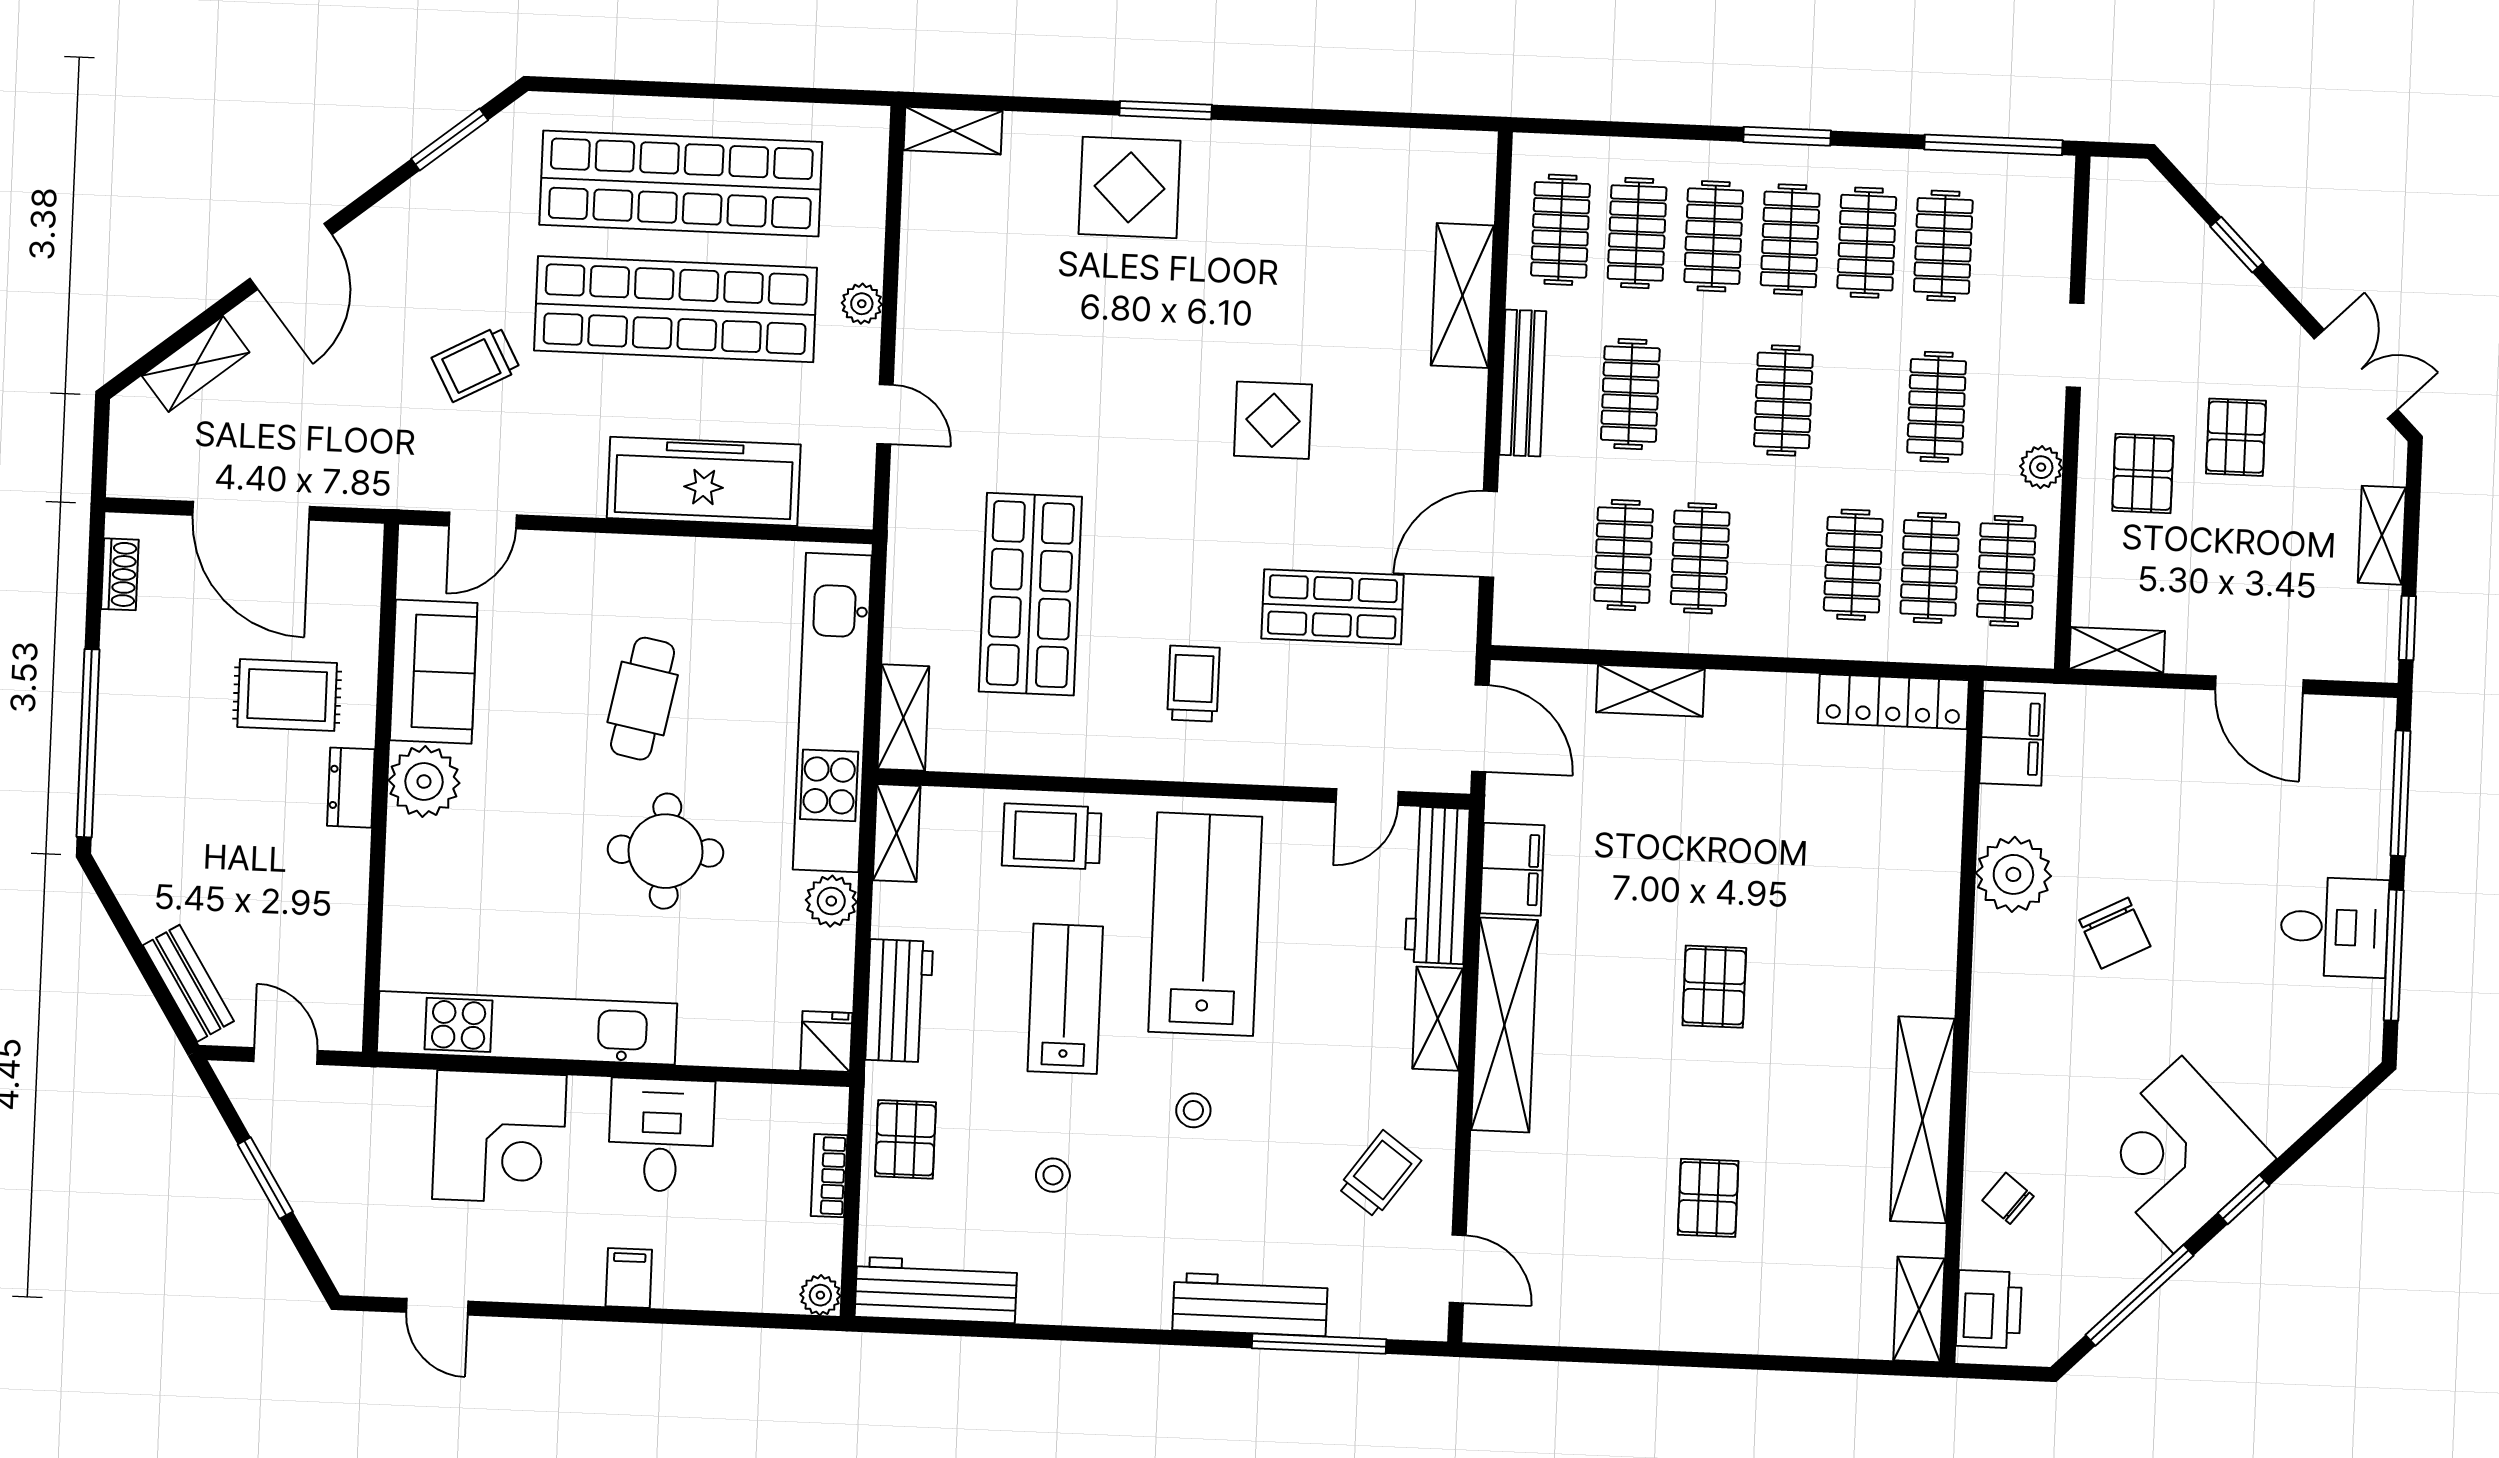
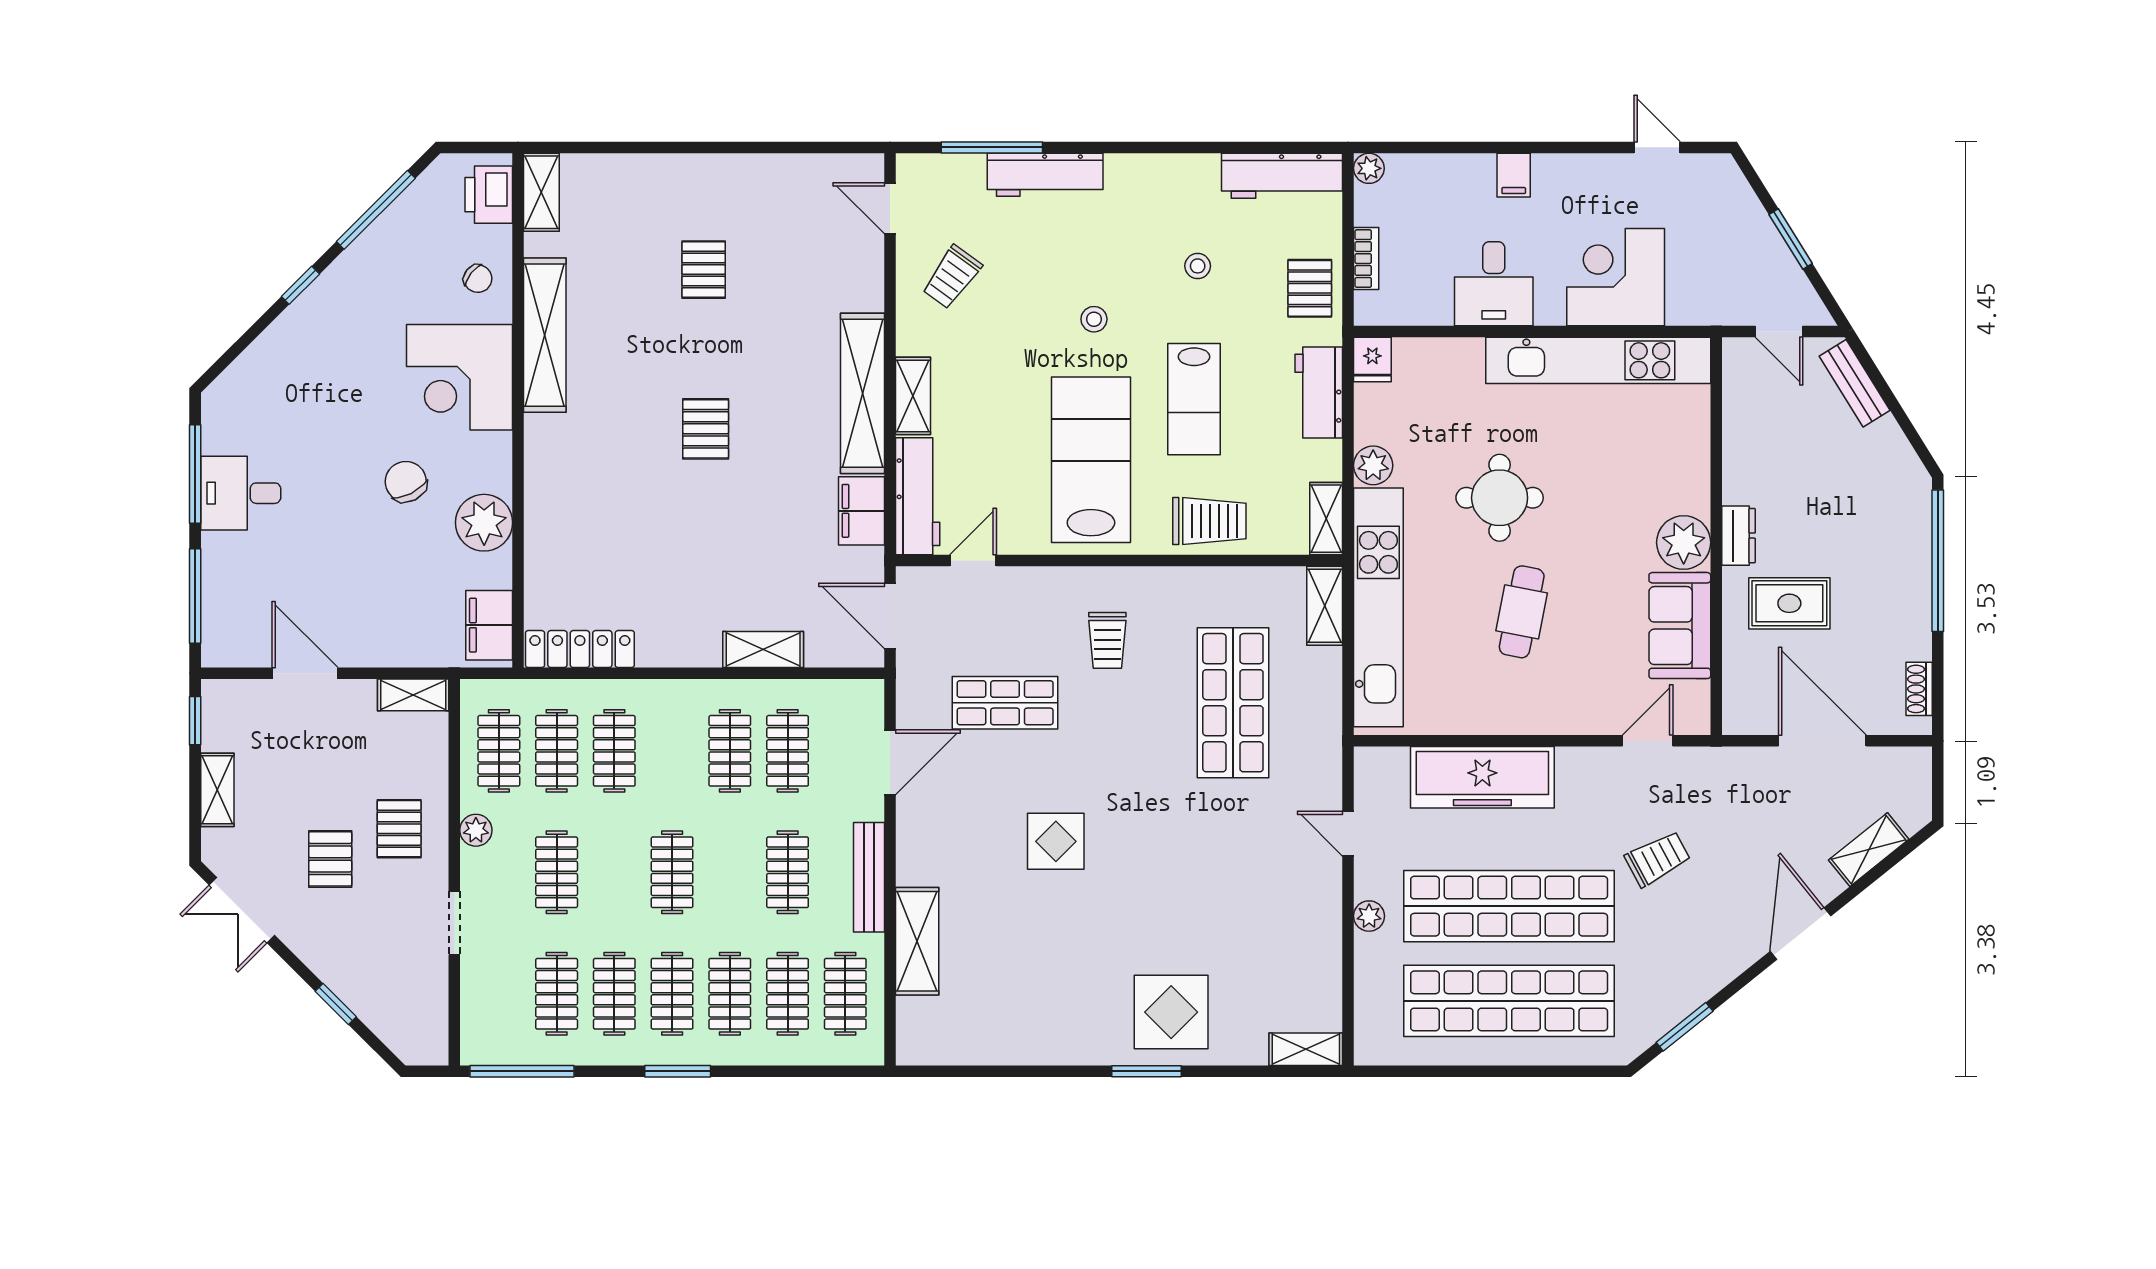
lab bench: (1205, 924) -> (1091, 460), turned 180
corner desk: (2178, 1155) -> (460, 377), moved, turned 135

